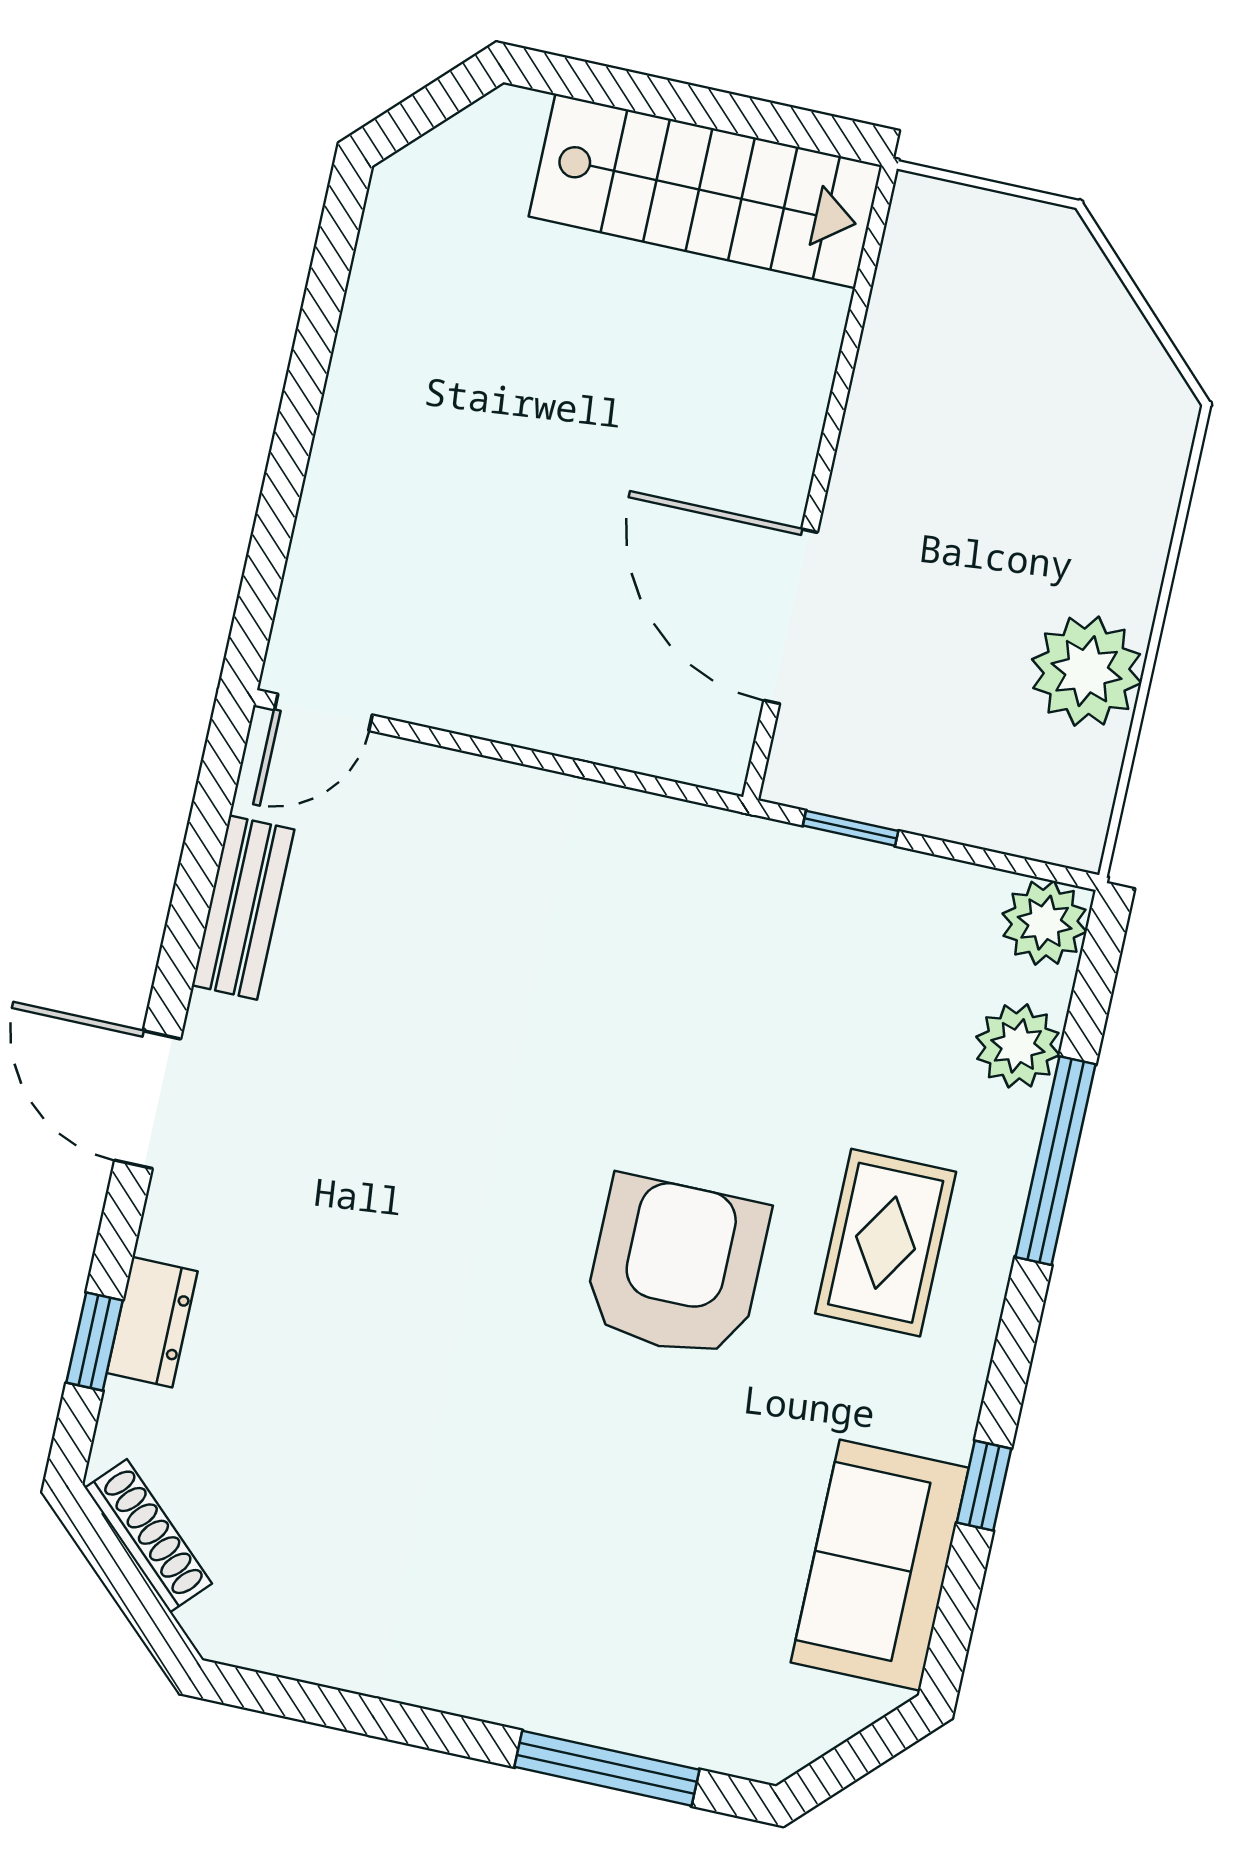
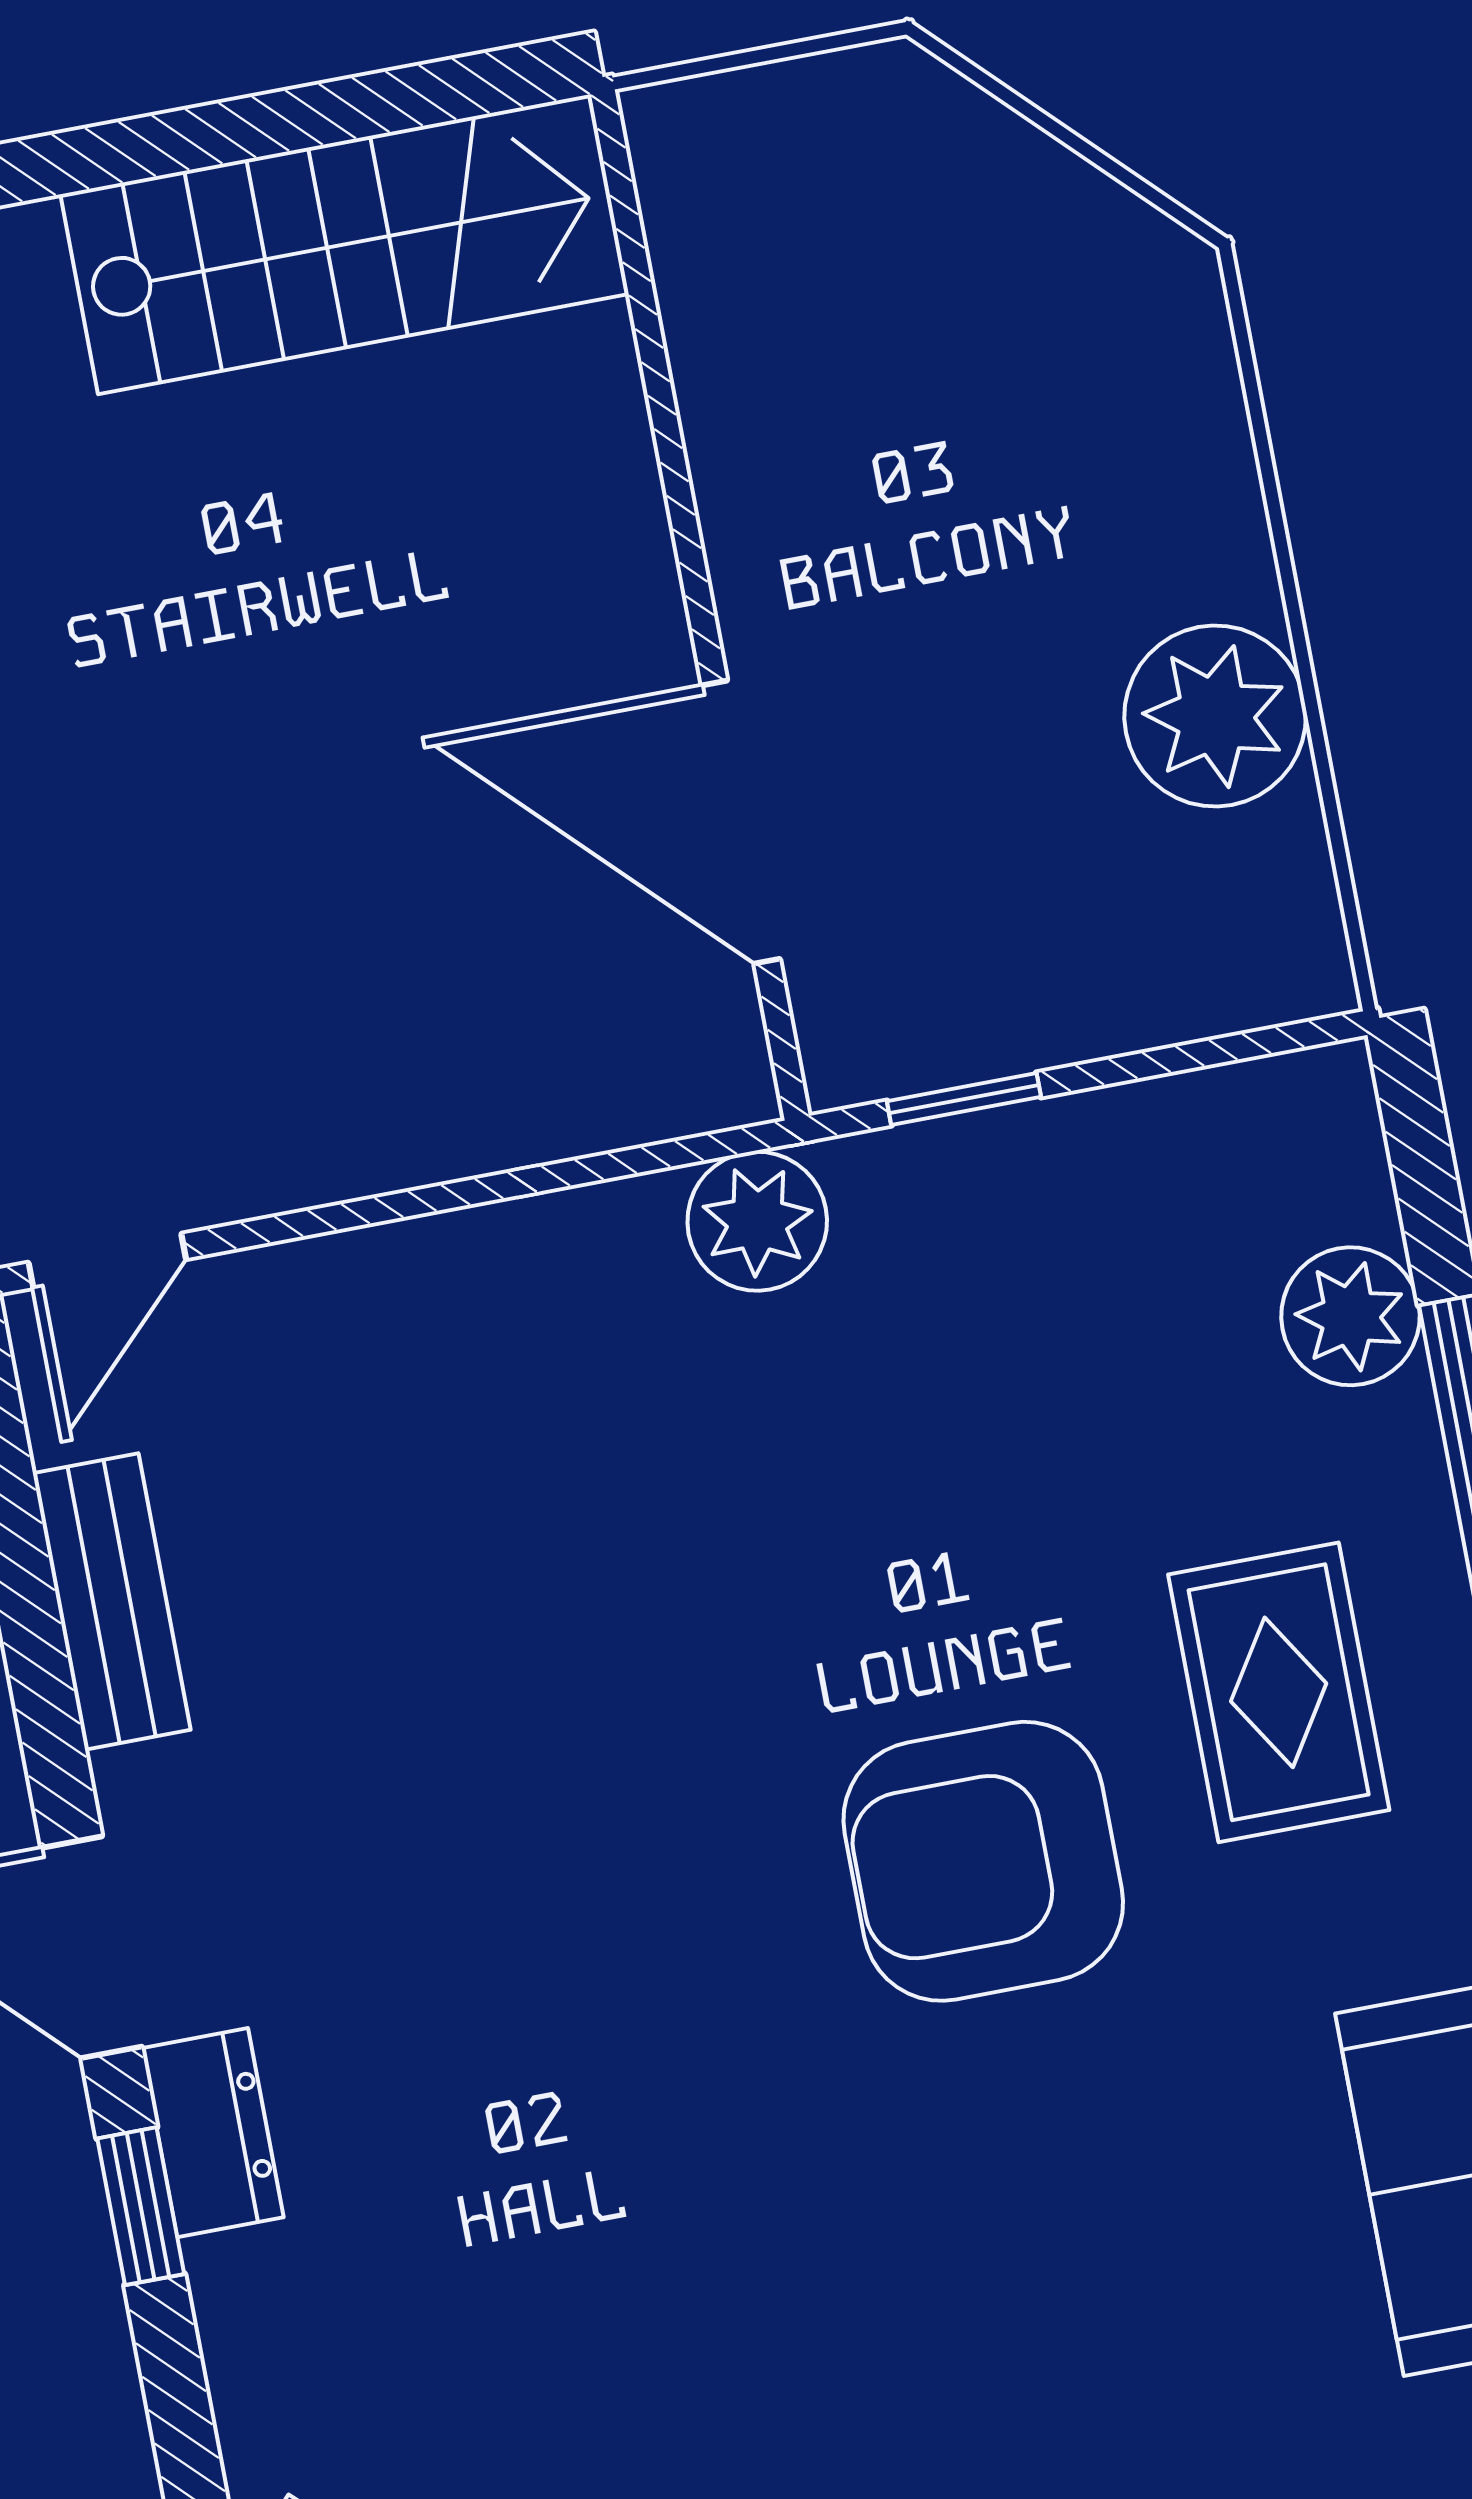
plant: (1045, 923) -> (757, 1221), moved
armchair: (676, 1267) -> (983, 1861), turned -90
dresser: (152, 1322) -> (213, 2133), moved
window: (94, 1341) -> (141, 2206), moved

